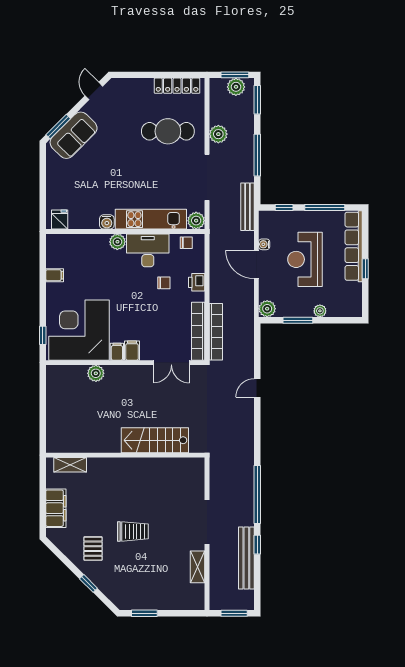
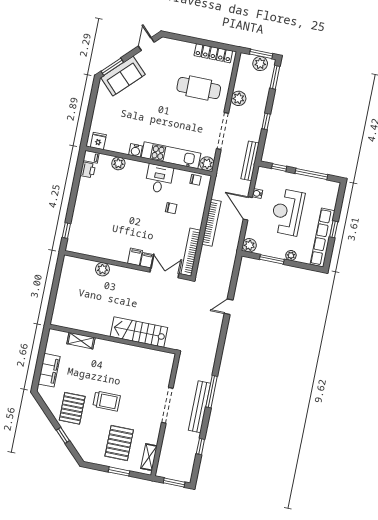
window: (257, 155) -> (266, 121), width x0.46
plant: (117, 242) -> (118, 163), moved
row of seats: (354, 246) -> (323, 238), moved
desk: (148, 250) -> (159, 179), width x0.73
filing cabinet: (55, 275) -> (91, 157), moved
printer: (197, 282) -> (88, 170), moved, turned 180
corner desk: (79, 330) -> (96, 232), removed
bookcase: (216, 332) -> (211, 223), moved
filing cabinet: (117, 352) -> (147, 260), moved
double door: (171, 363) -> (164, 273), swing flipped
shelving: (70, 465) -> (81, 341), moved
window: (257, 495) -> (212, 392), width x0.68
window: (257, 545) -> (200, 447), moved
pallet: (93, 549) -> (72, 408), width x1.50, depth x1.42
bench: (246, 558) -> (199, 407), moved
shelving: (198, 567) -> (149, 457), moved
pallet: (158, 579) -> (119, 443), added
window: (144, 613) -> (119, 471), moved

